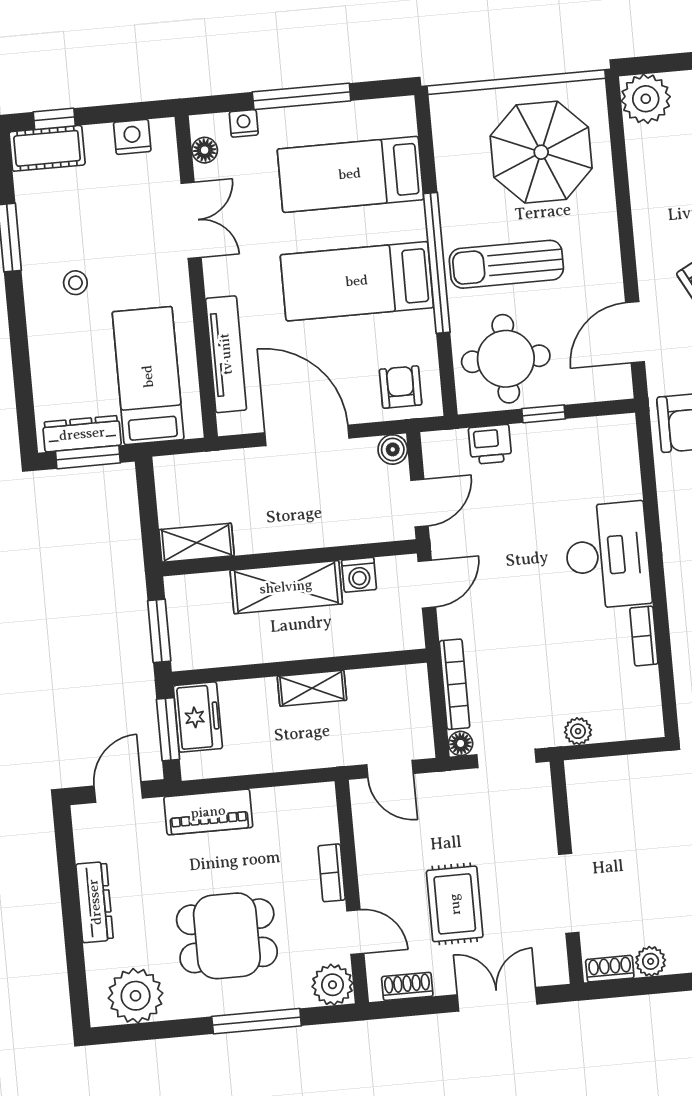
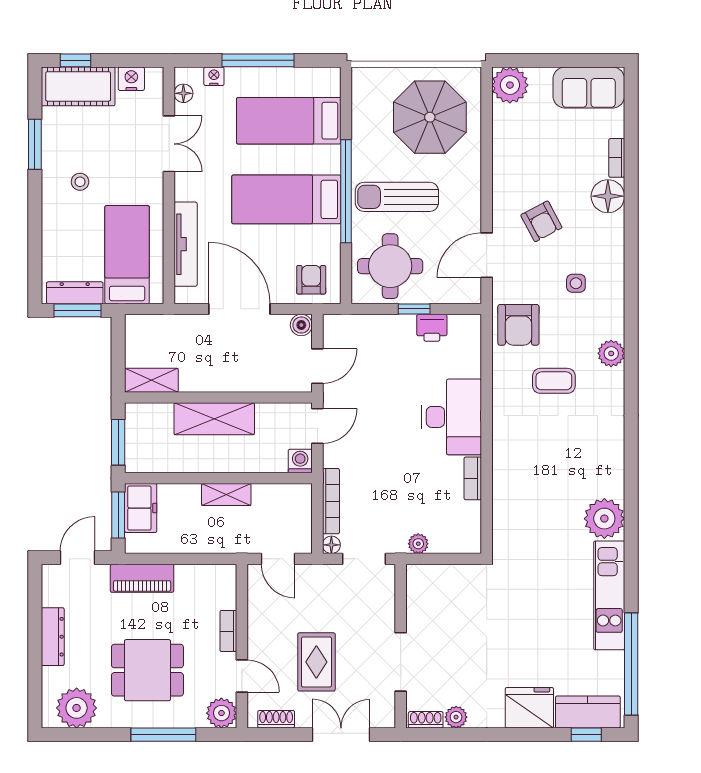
cot: (47, 148) -> (78, 86), width x1.37, depth x1.34
printer: (490, 444) -> (432, 328), moved
washing machine: (359, 575) -> (300, 461), moved, turned 180

